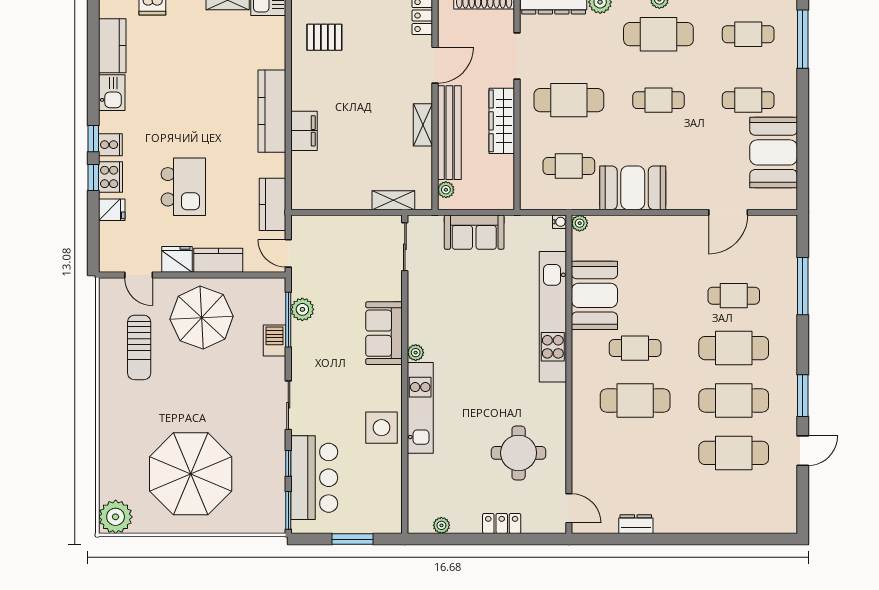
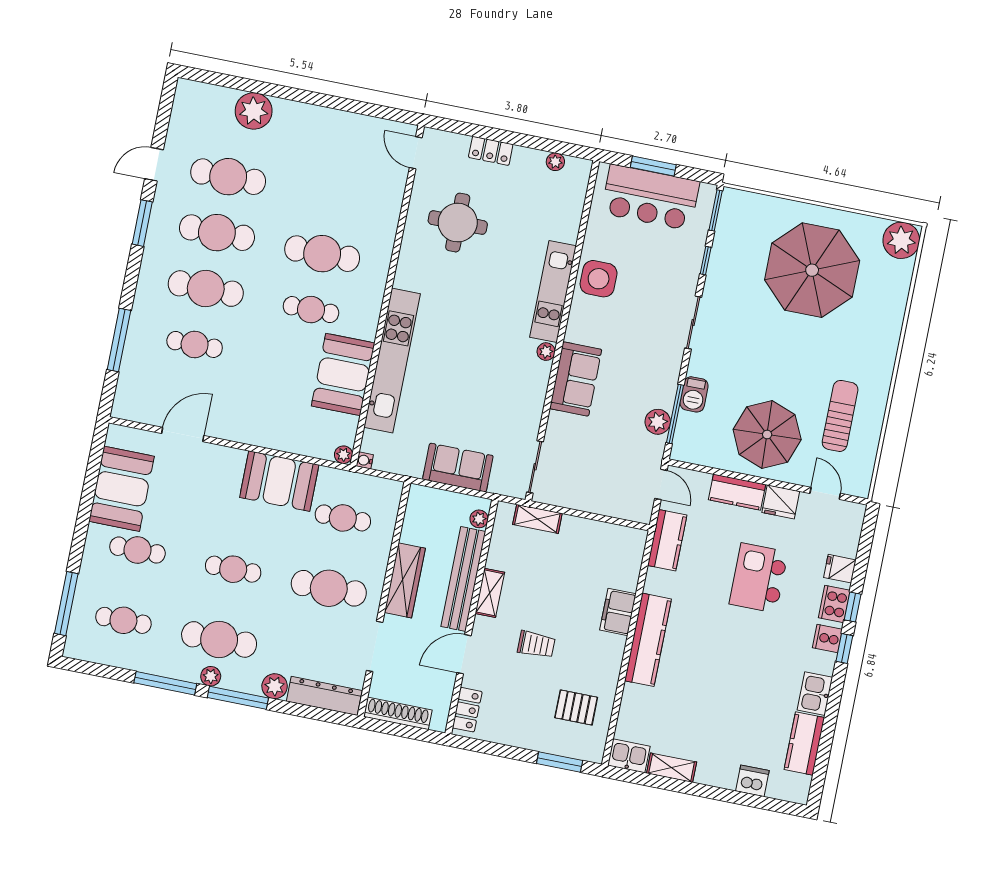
trolley: (372, 87) -> (536, 644), added
bar counter: (314, 478) -> (650, 197), moved, turned -90
plant: (723, 517) -> (254, 111), added
dresser: (636, 524) -> (348, 122), removed

